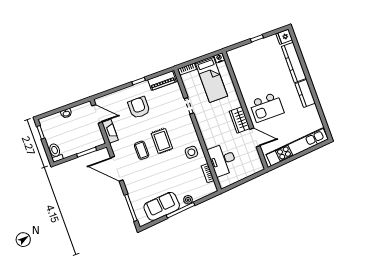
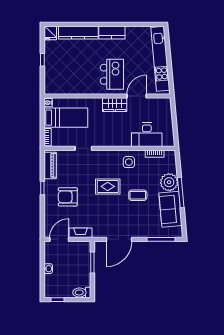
coffee table: (142, 150) -> (138, 195), moved
plant: (188, 200) -> (169, 182), width x1.88, depth x1.88

